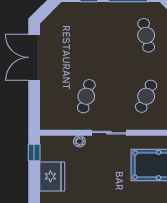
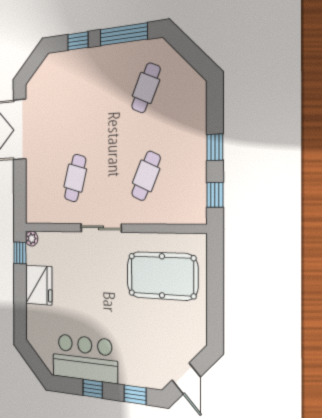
cafe table: (146, 35) -> (146, 88), turned 36
plant: (79, 141) -> (32, 239), moved

